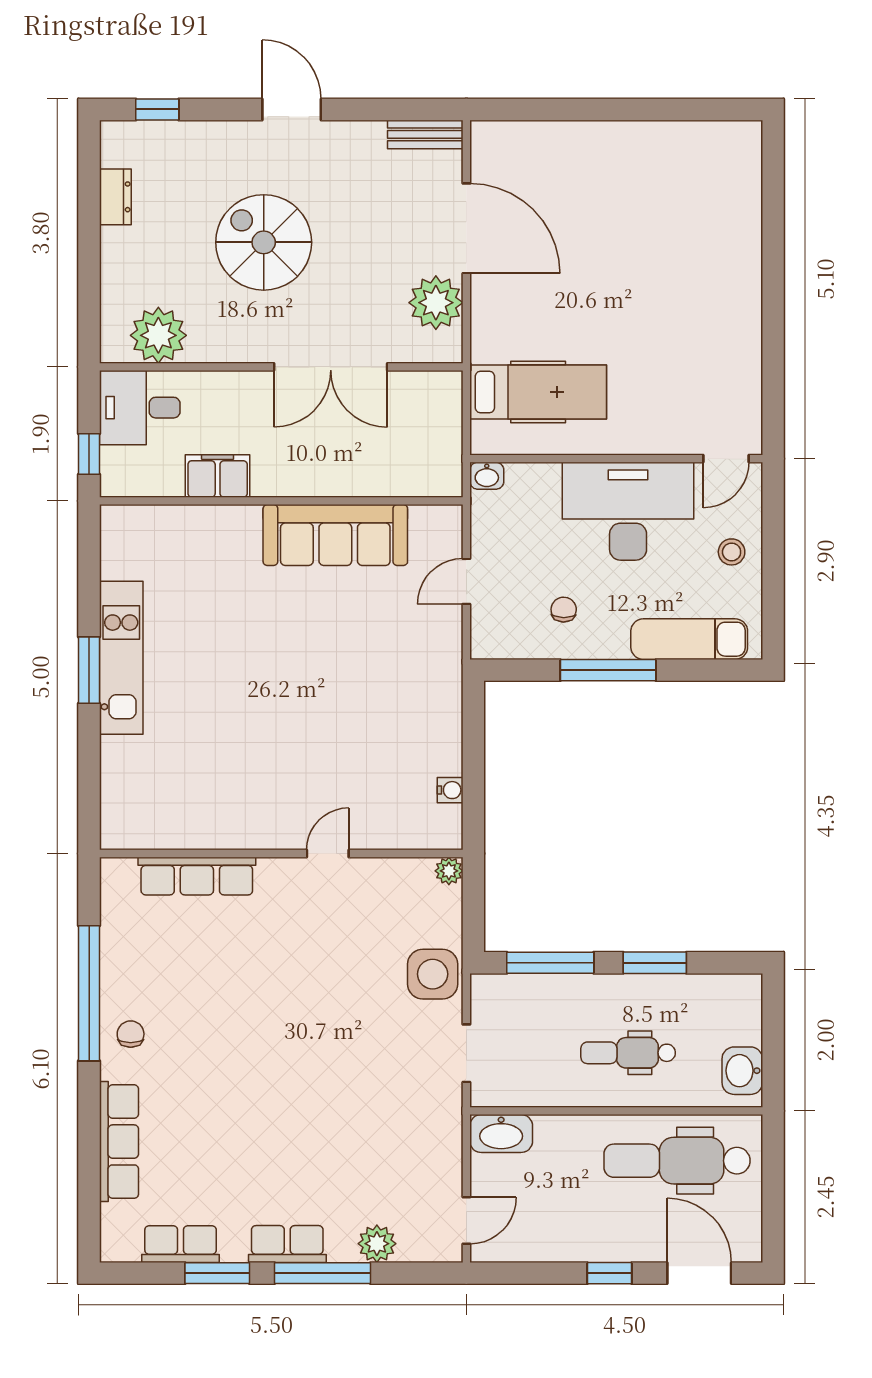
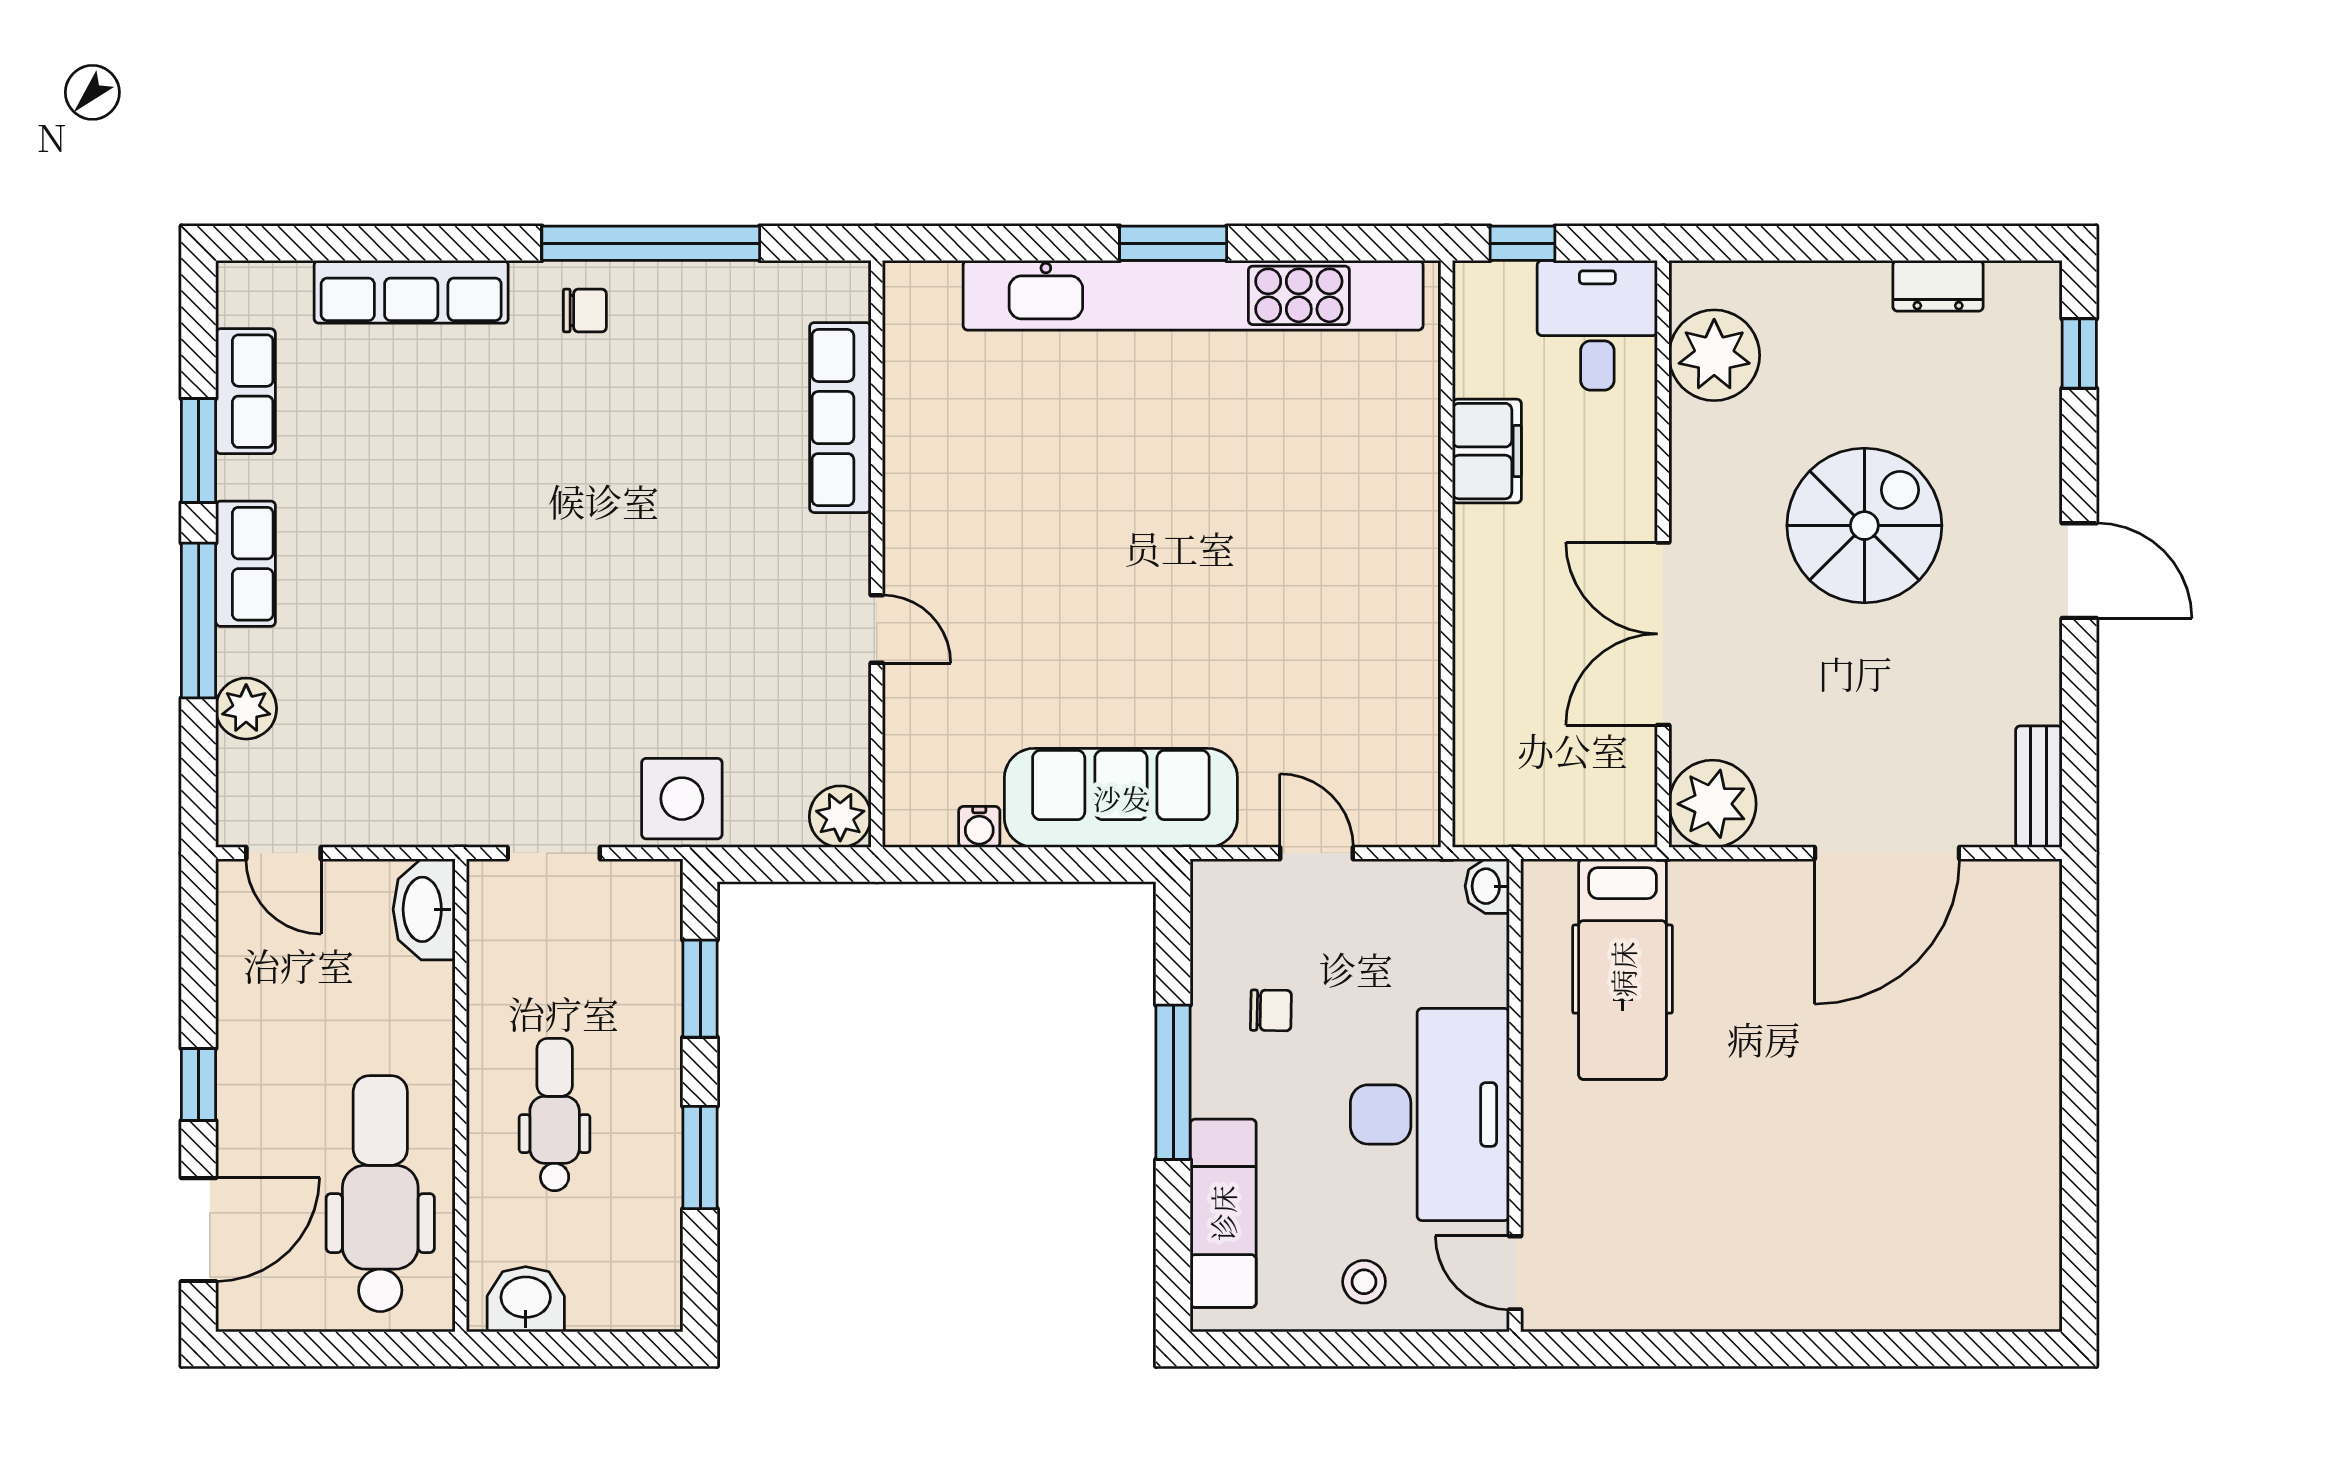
door: (292, 109) -> (2079, 571), hinge flipped
plant: (436, 303) -> (1713, 804), moved
sofa: (335, 535) -> (1121, 798), moved, turned 90
kitchen unit: (121, 658) -> (1193, 295), width x1.86
plant: (449, 871) -> (840, 817), width x1.38, depth x1.38
window: (550, 963) -> (700, 989), width x0.69

